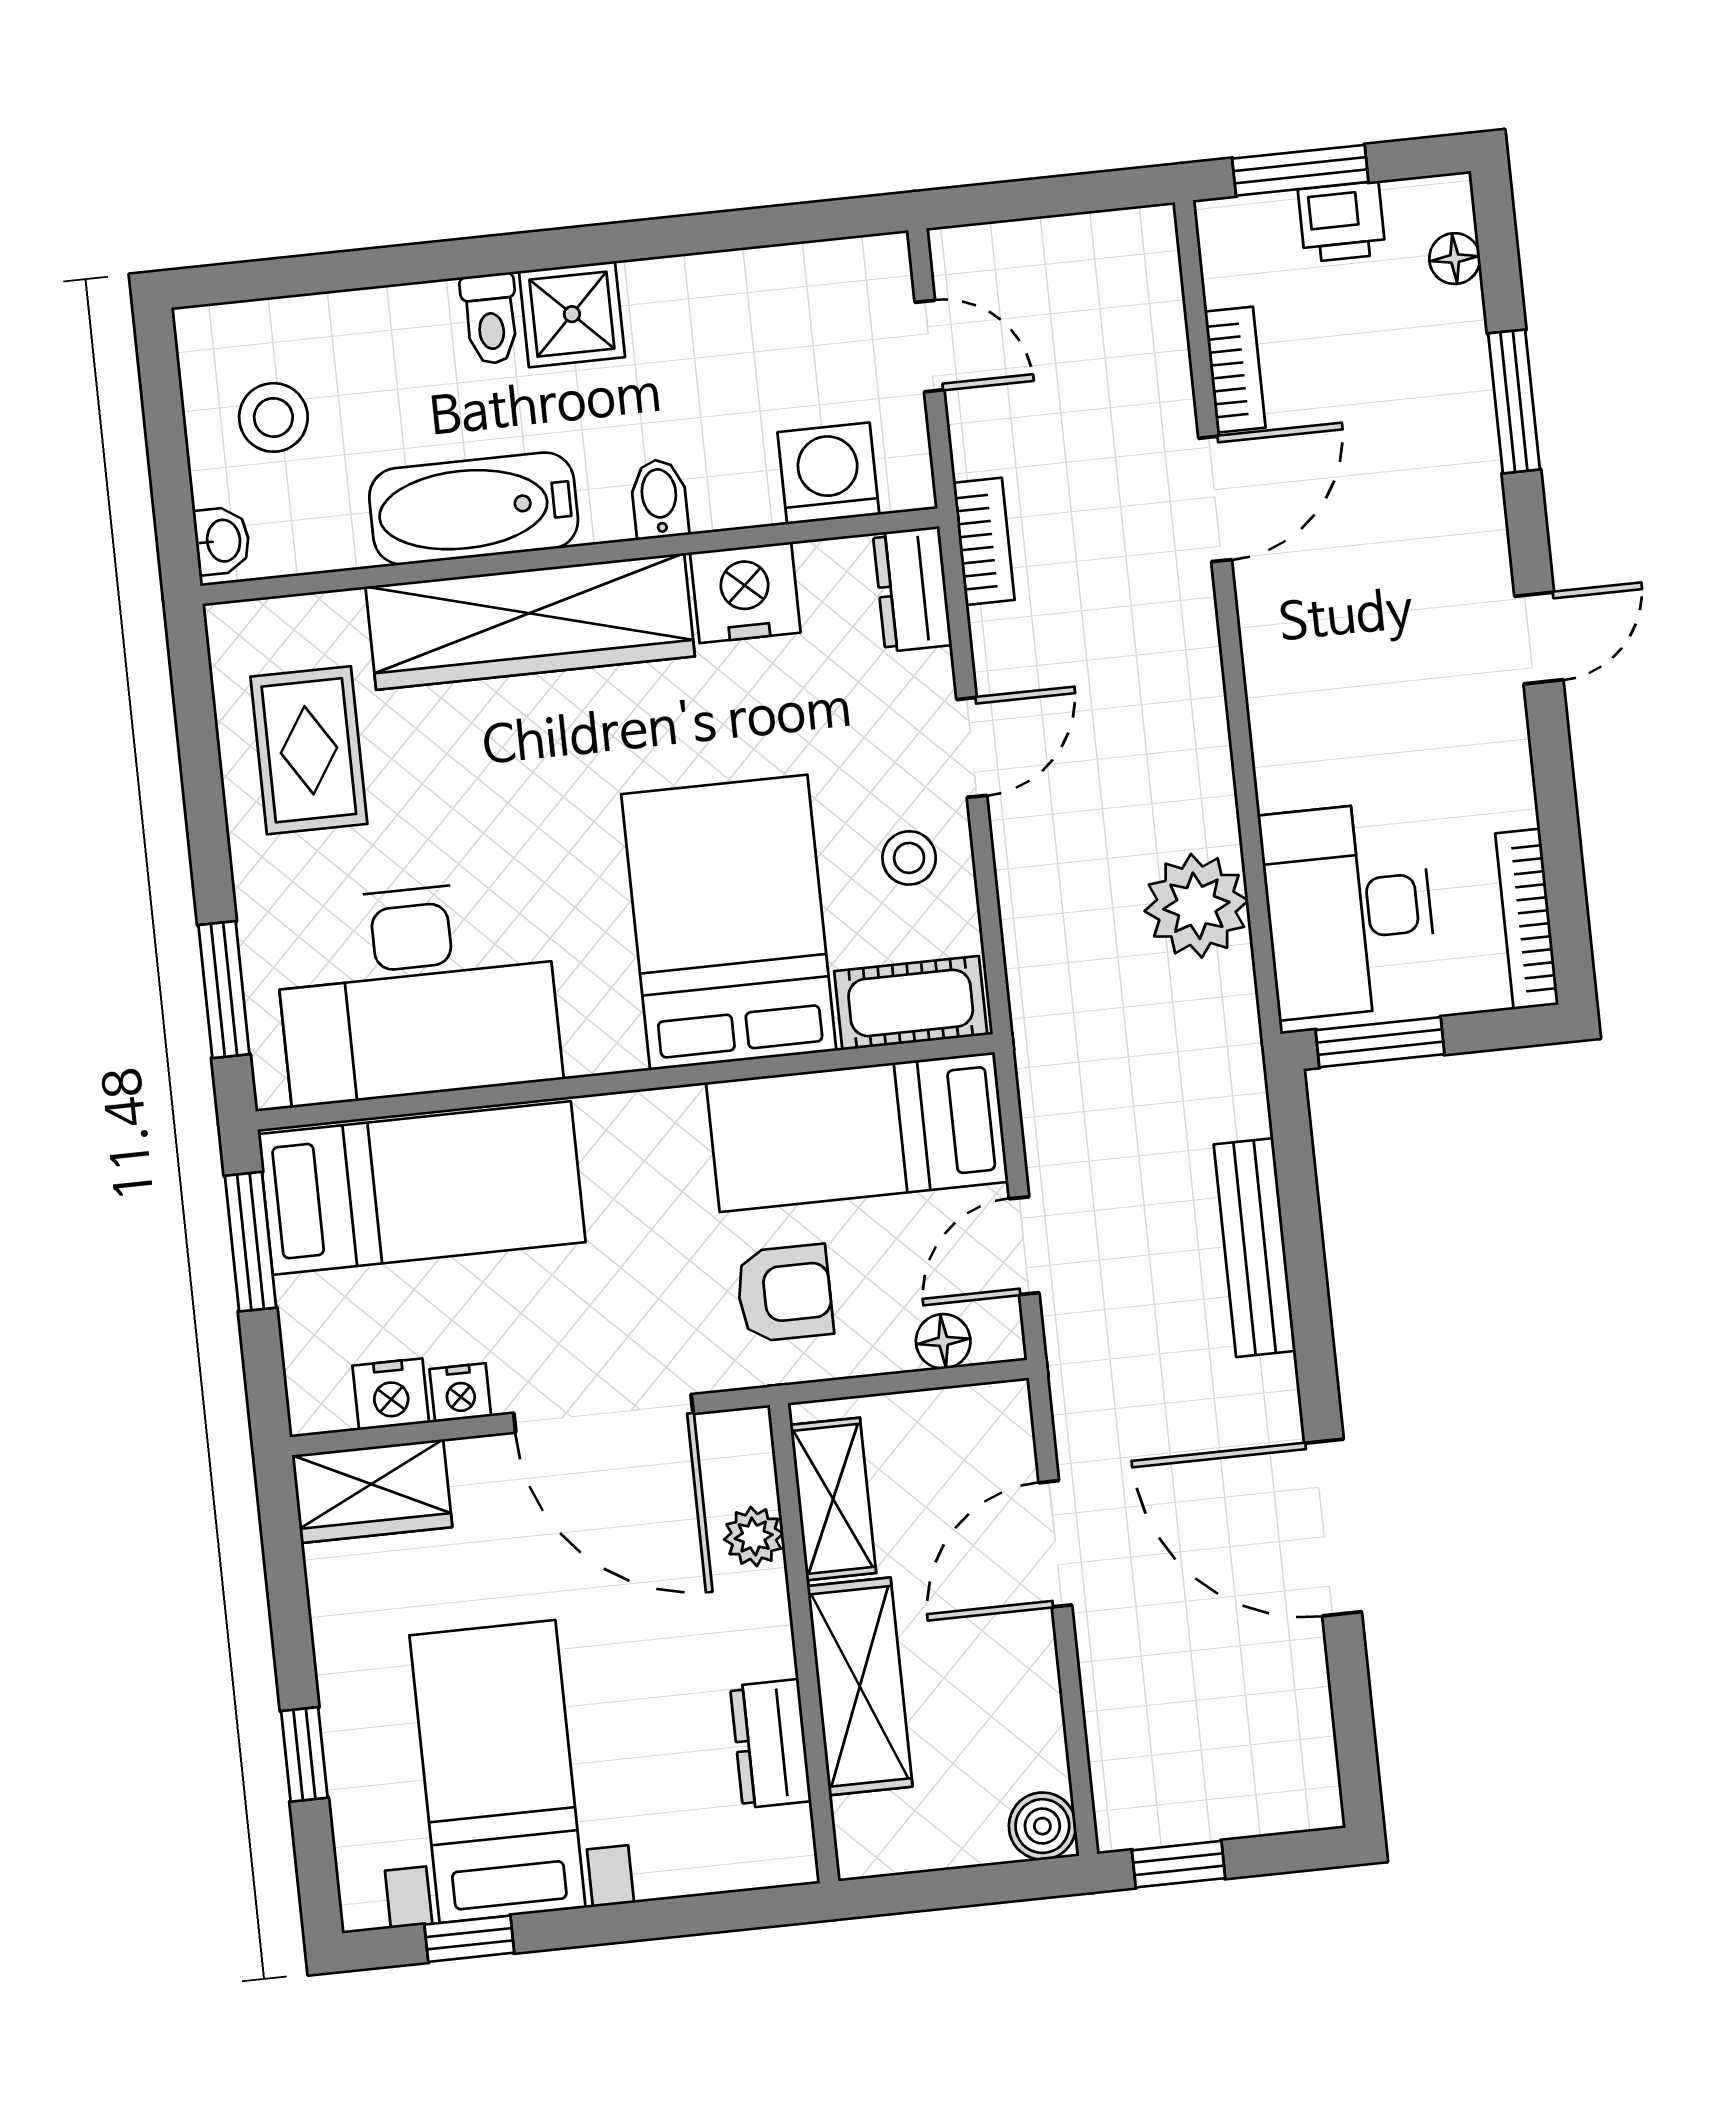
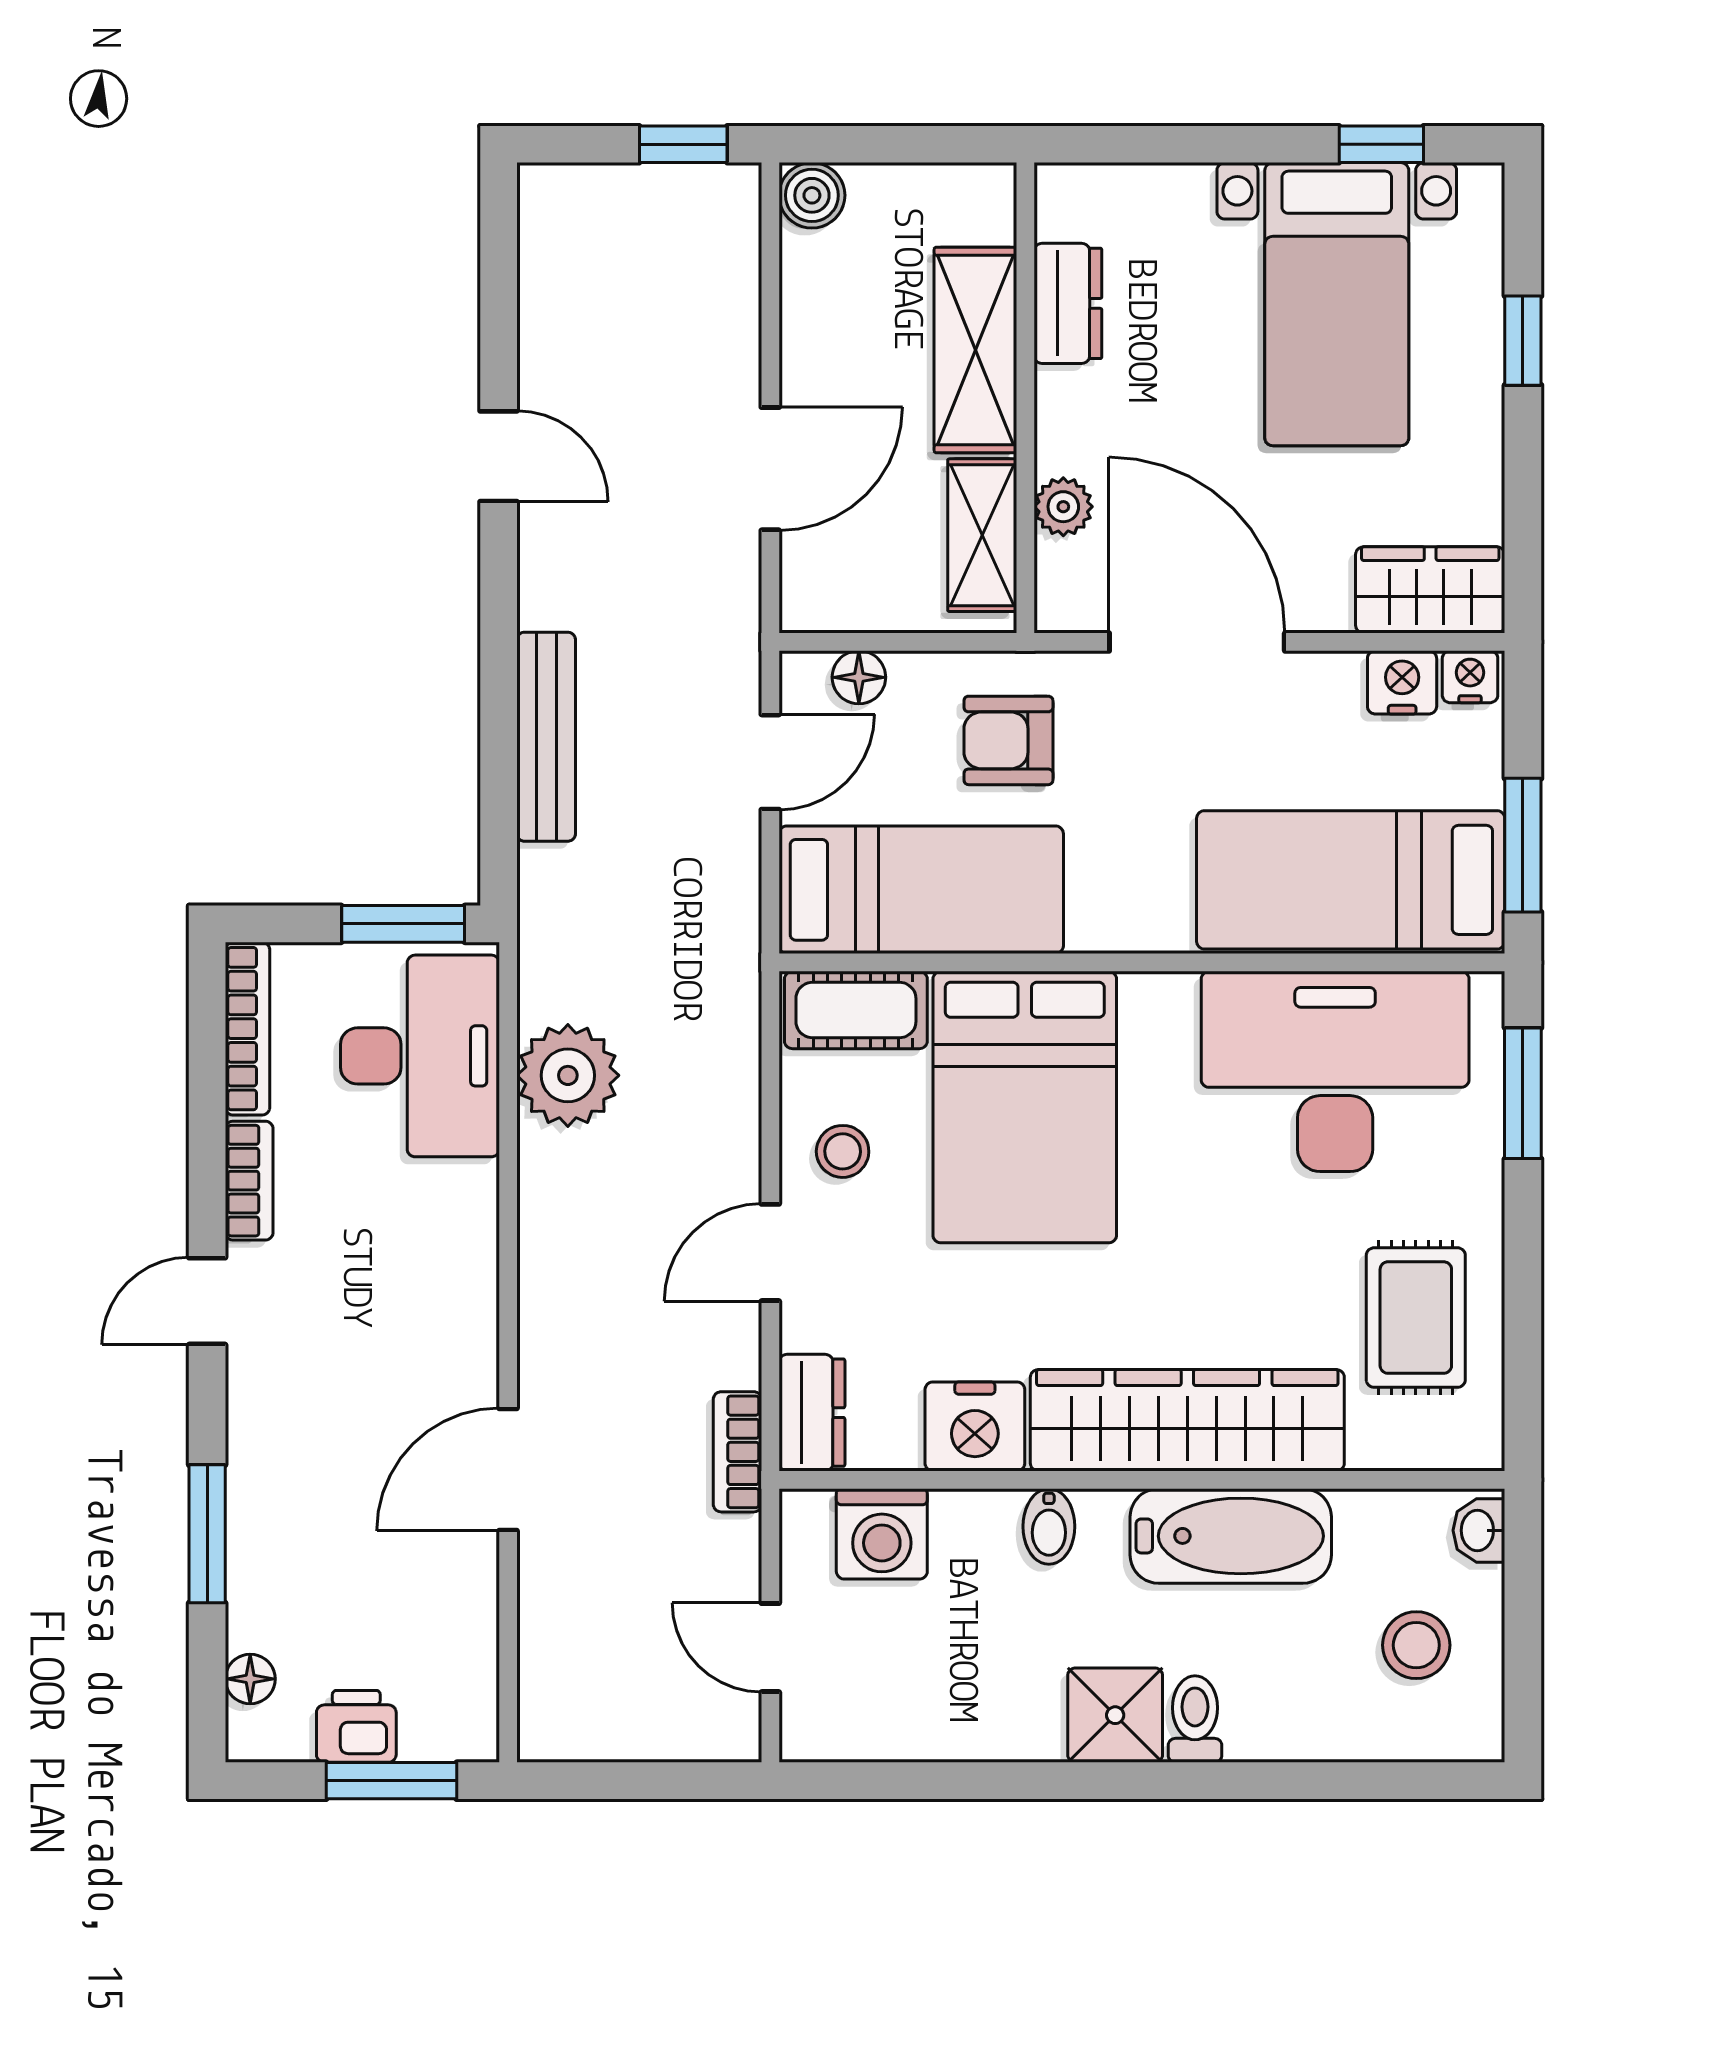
bookcase: (1235, 370) -> (249, 1181), moved, turned 180
nightstand: (460, 1393) -> (1470, 677), moved
door: (1333, 1528) -> (499, 456), width x0.53

